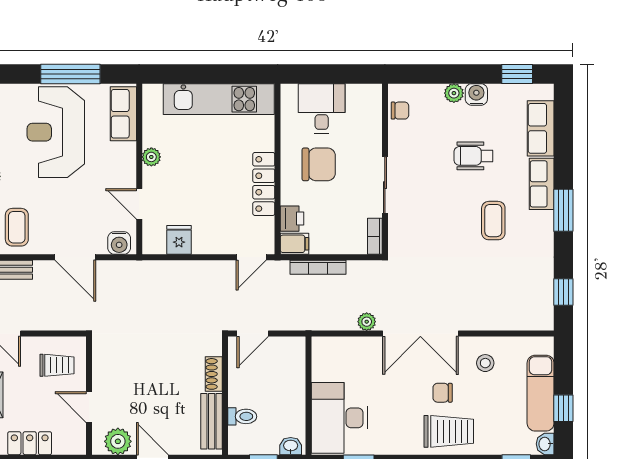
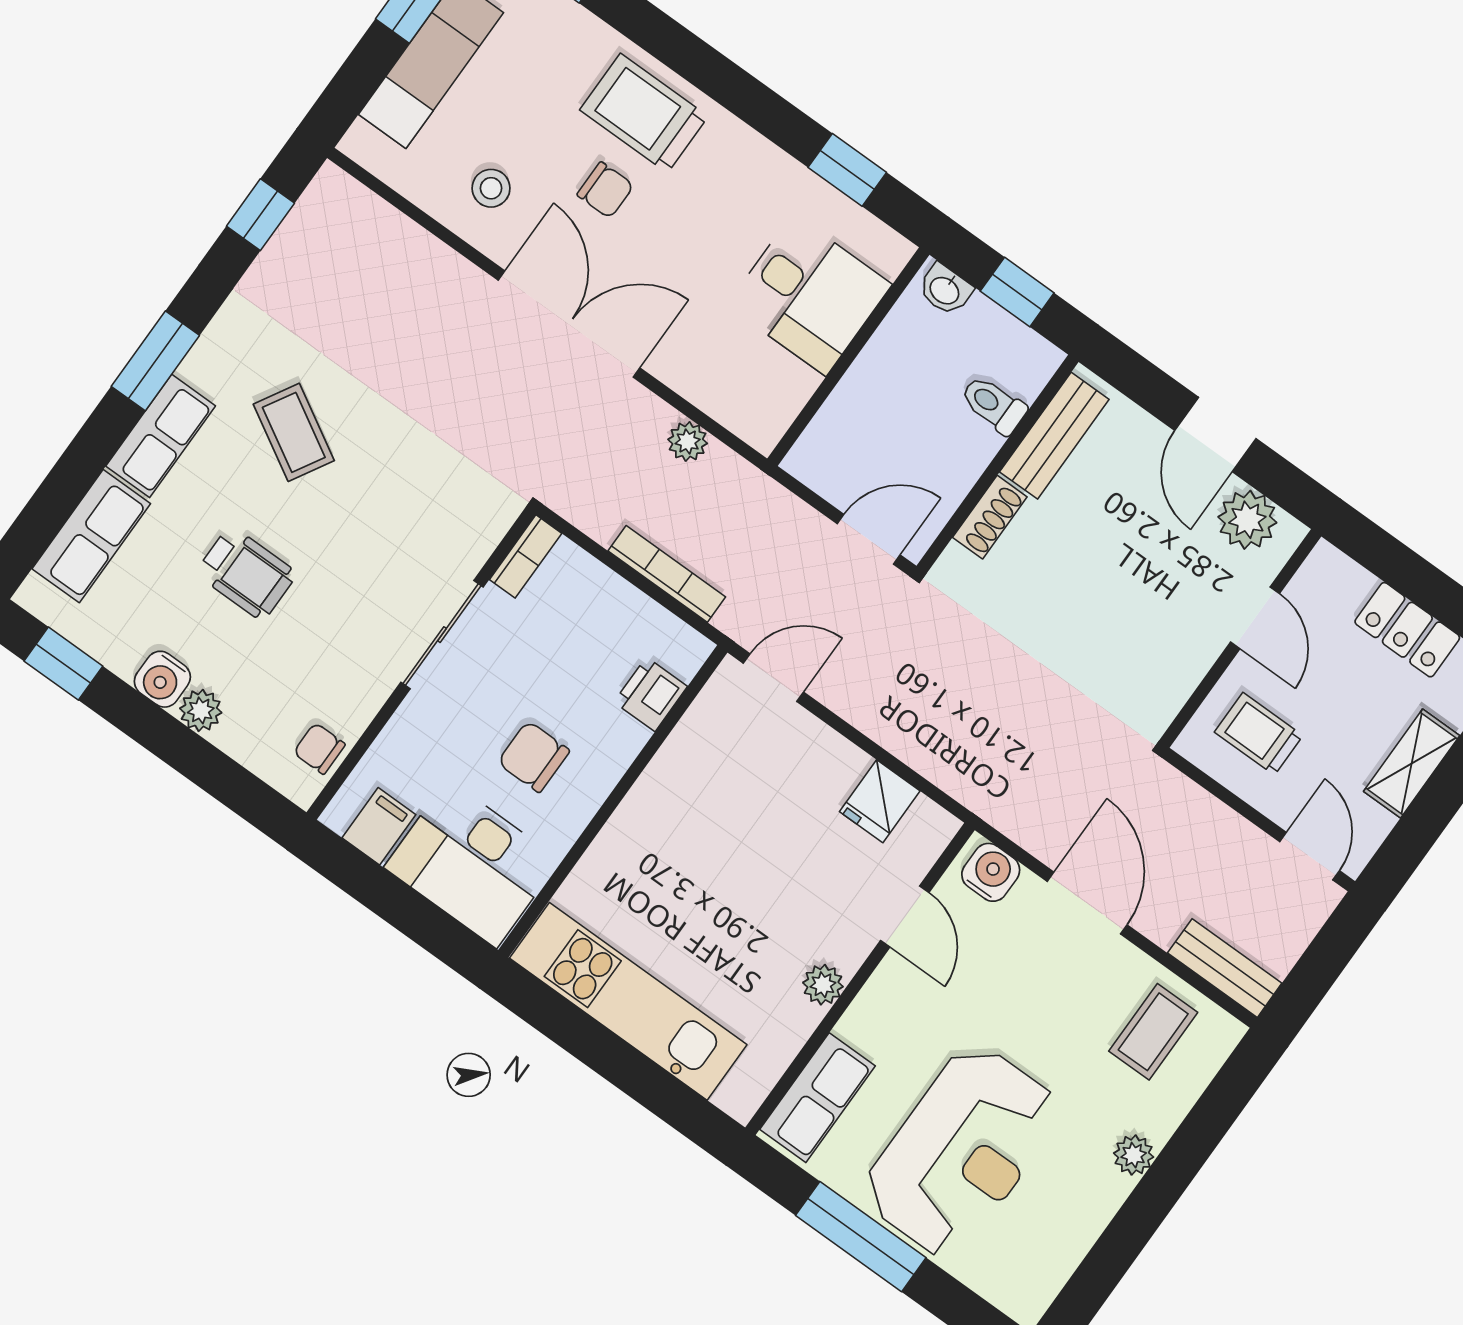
desk: (322, 109) -> (472, 864), width x1.37
chair: (319, 164) -> (533, 757), width x0.73, depth x0.73
locker: (264, 184) -> (657, 792), removed
coffee table: (493, 221) -> (294, 432), turned -60
filing cabinet: (295, 244) -> (379, 826), moved, turned 90
plant: (367, 322) -> (688, 441), moved
desk: (339, 418) -> (809, 295), width x0.73

